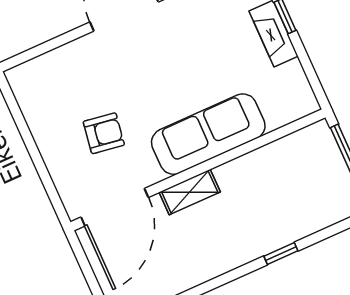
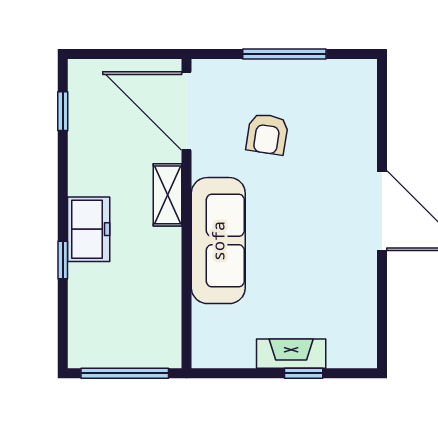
window: (32, 149) -> (284, 54), added
freezer: (246, 244) -> (89, 229), added

